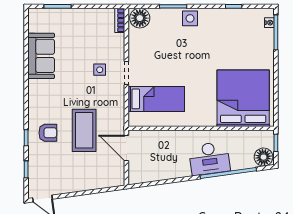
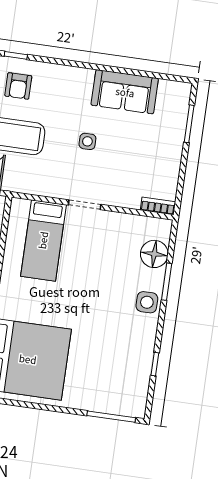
floor lamp: (140, 18) -> (154, 254), moved
nightstand: (269, 23) -> (126, 410), removed
side table: (100, 70) -> (87, 141), moved

